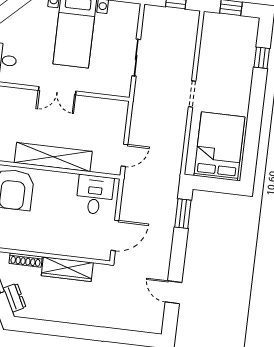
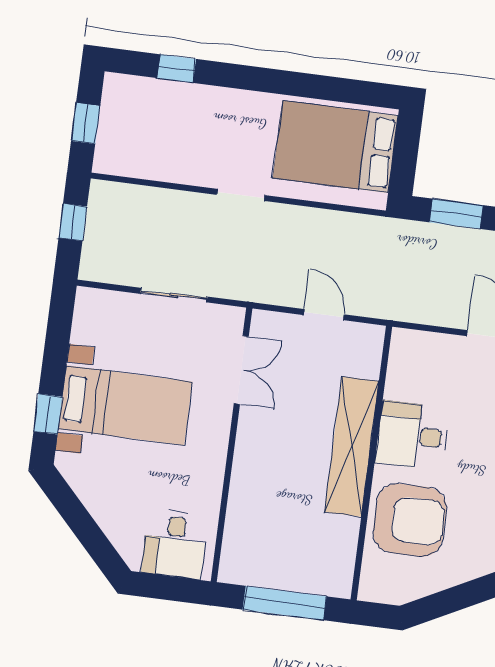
double door: (57, 91) -> (241, 370), moved
door: (124, 155) -> (324, 315), moved
desk: (95, 195) -> (412, 435), moved

